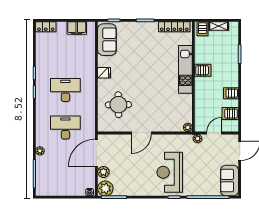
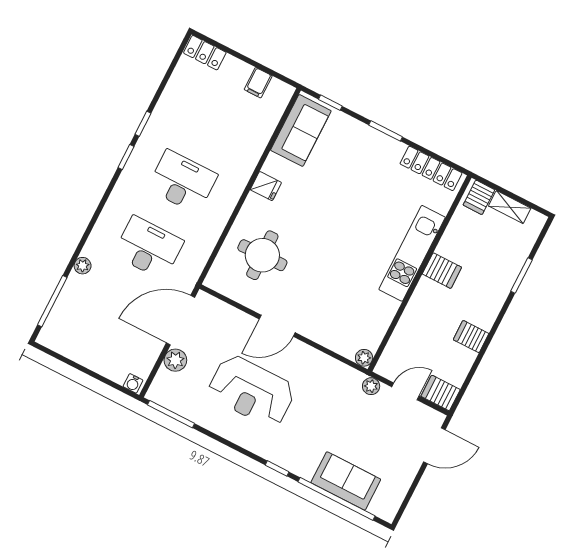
filing cabinet: (77, 28) -> (258, 83), width x0.50
server rack: (230, 114) -> (441, 393), moved
reception desk: (170, 172) -> (252, 391), moved, turned -90
sofa: (230, 181) -> (346, 481), moved, turned 90
plant: (105, 188) -> (164, 391), removed

